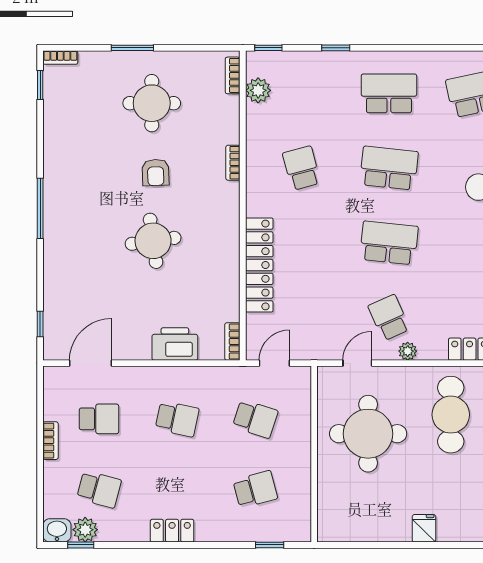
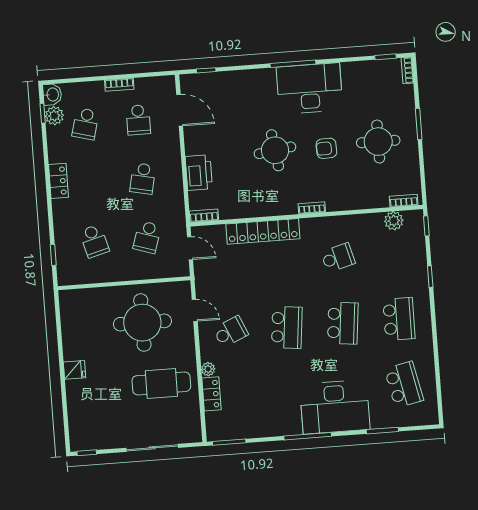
bookcase: (233, 163) -> (312, 208), moved
desk: (75, 189) -> (310, 88), added
plant: (408, 351) -> (208, 369), moved

